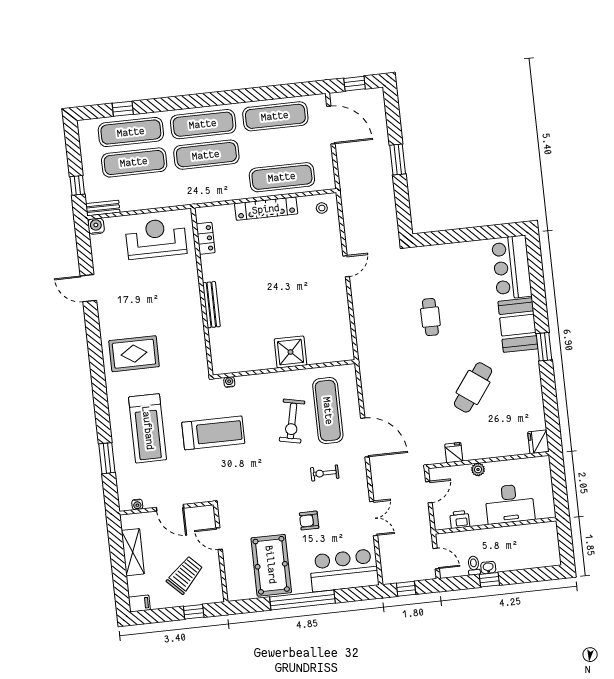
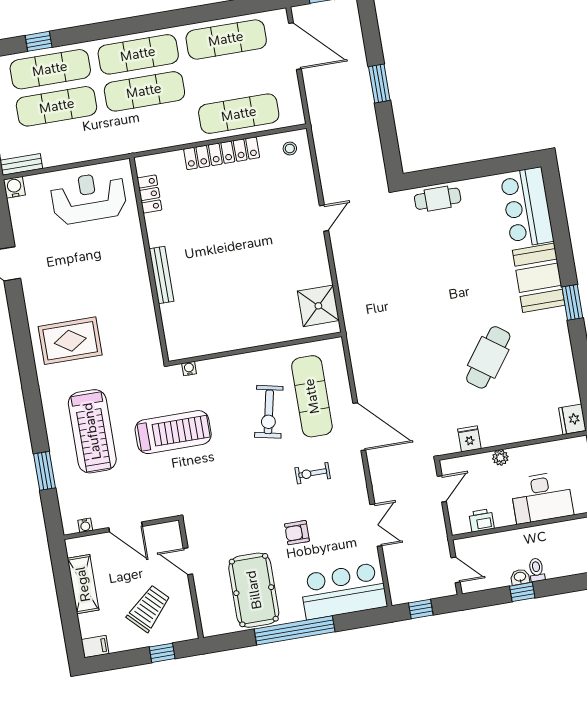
cafe table: (430, 317) -> (438, 199), moved, turned 90
shower: (290, 352) -> (318, 306), moved
toilet: (474, 565) -> (536, 570), moved

